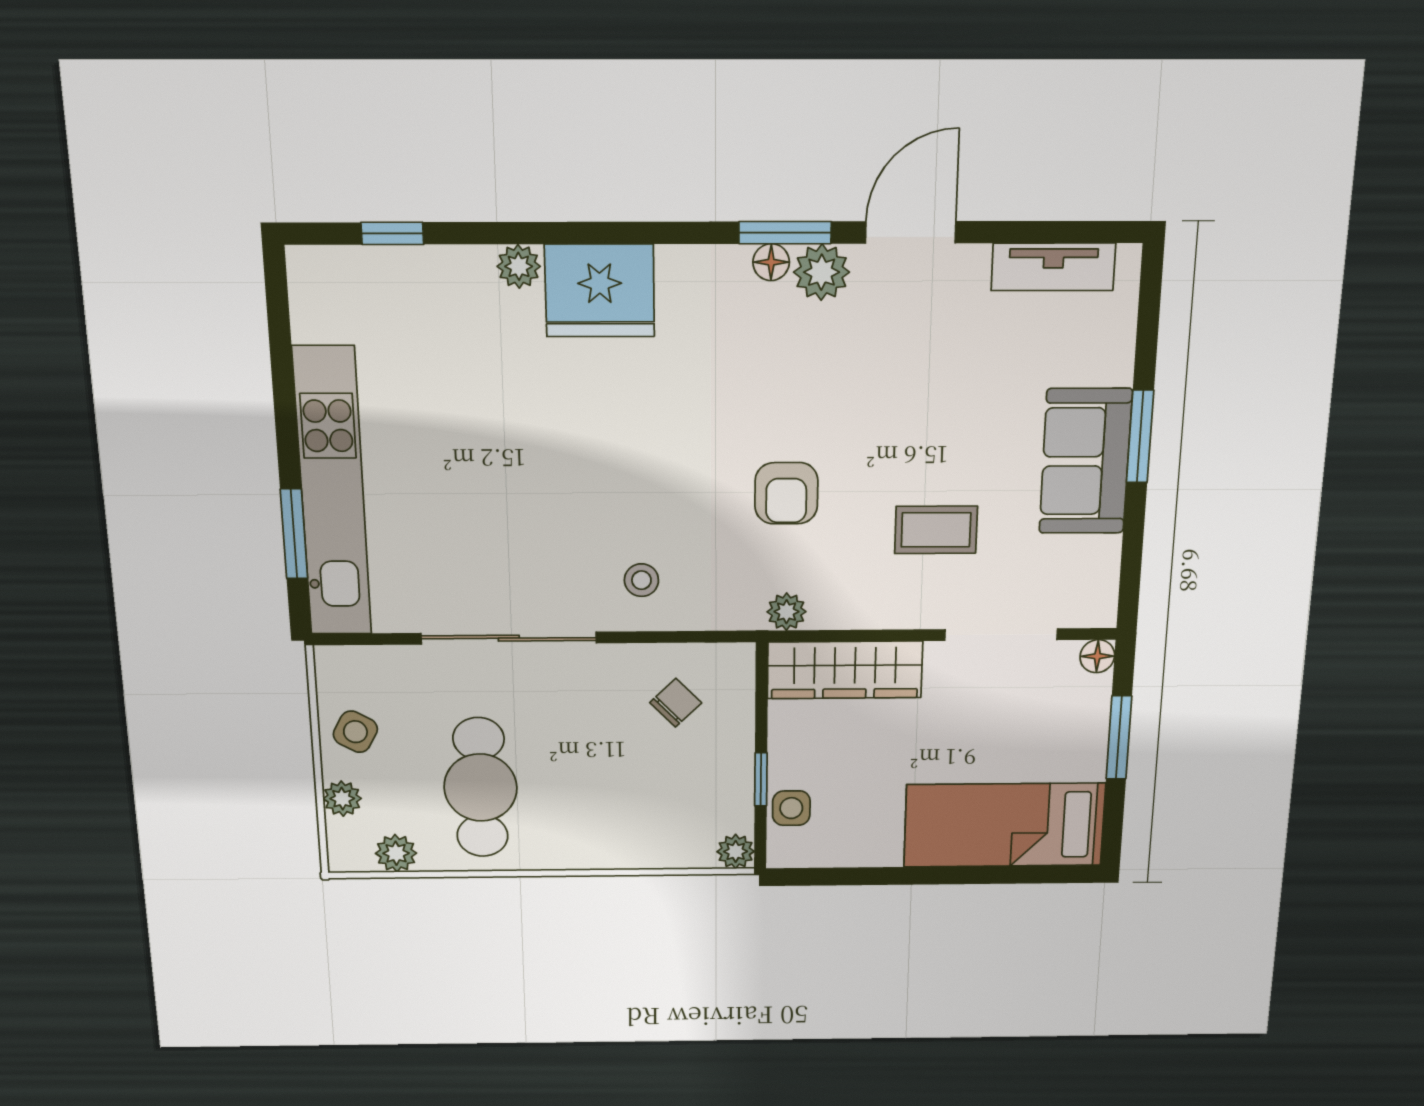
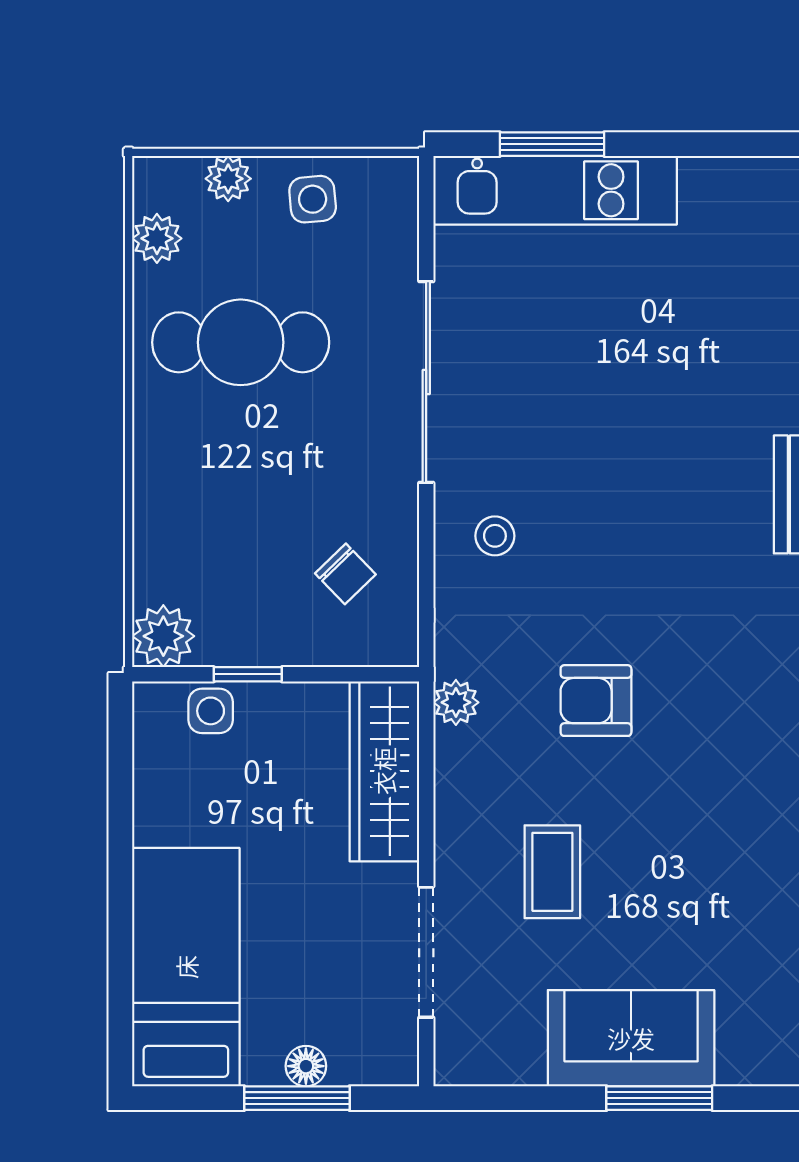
kitchen unit: (332, 493) -> (555, 190), width x0.73
floor lamp: (1097, 656) -> (306, 1066), moved
side table: (355, 732) -> (313, 199), turned -34
plant: (736, 851) -> (163, 636), width x1.38, depth x1.38

